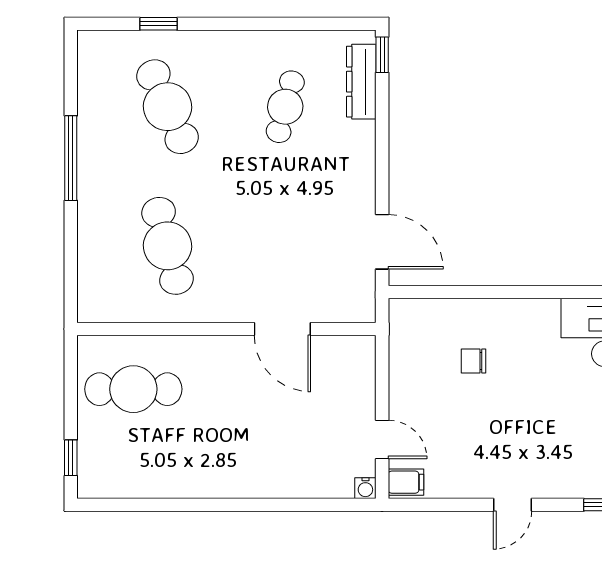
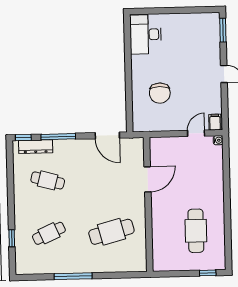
cafe table: (168, 107) -> (49, 233), width x0.73, depth x0.74
window: (382, 133) -> (58, 137), added
door: (382, 242) -> (107, 135), swing flipped
chair: (473, 361) -> (160, 93), width x1.87, depth x1.87
cafe table: (133, 389) -> (196, 231), moved

